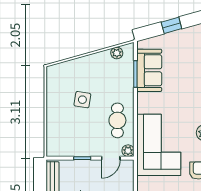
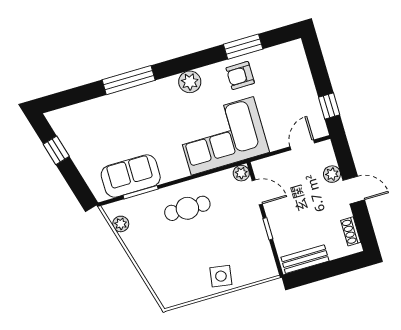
window: (171, 25) -> (56, 150), moved
side table: (82, 100) -> (221, 276), moved
cafe table: (117, 120) -> (187, 208), moved

